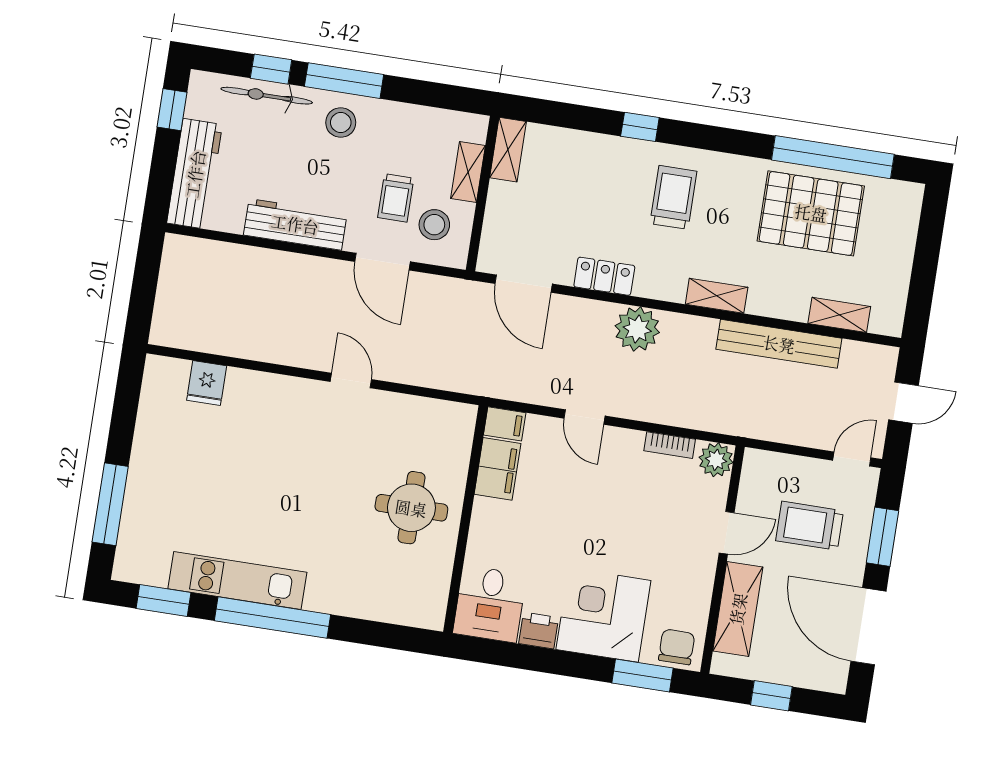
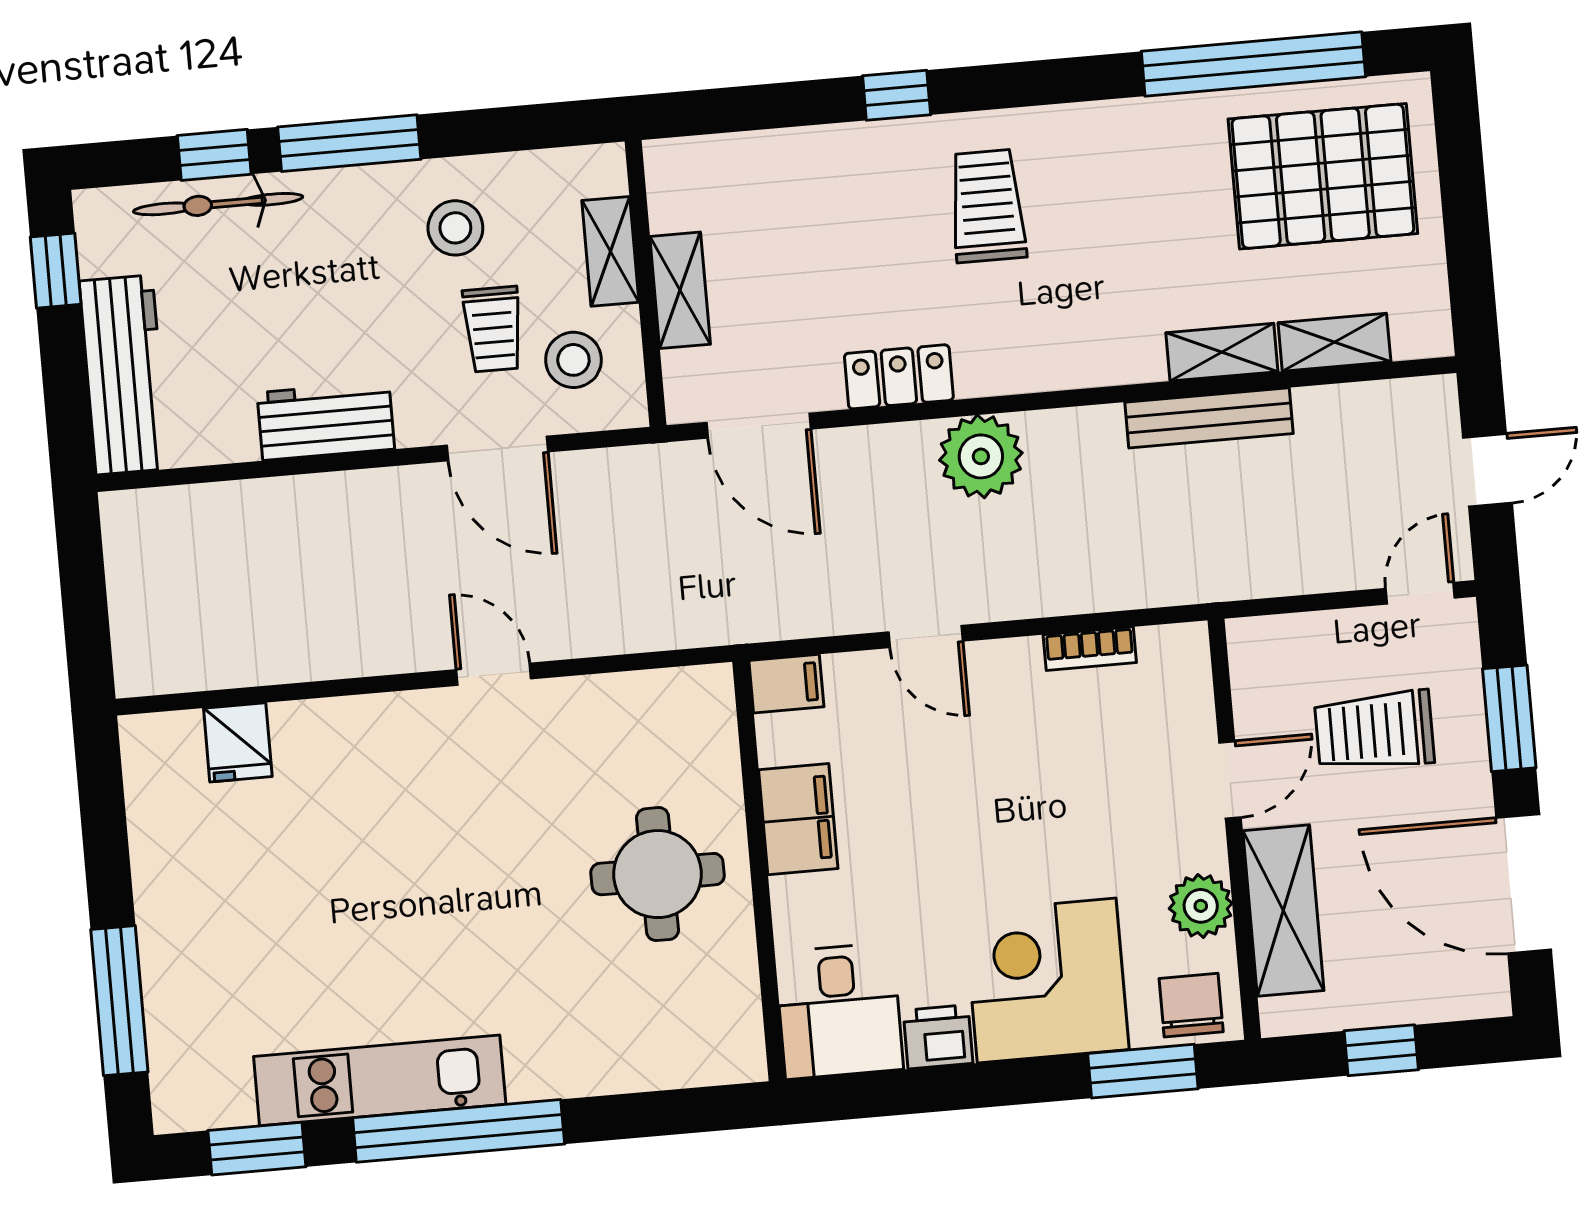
stool: (341, 122) -> (455, 228), moved
shelving: (508, 150) -> (680, 290), moved
pallet: (811, 213) -> (1323, 176), moved
workbench: (295, 224) -> (326, 421), width x0.73
shelving: (717, 296) -> (1222, 352), moved
bench: (779, 344) -> (1209, 418), width x0.73, depth x0.82
plant: (716, 460) -> (1201, 906), moved
filing cabinet: (497, 469) -> (798, 819), moved

